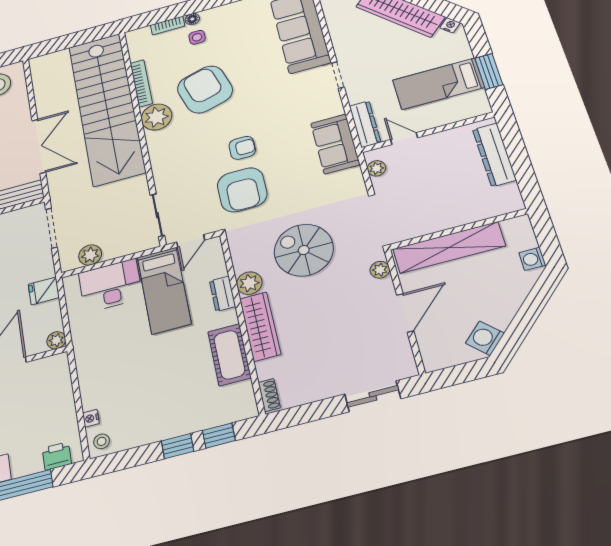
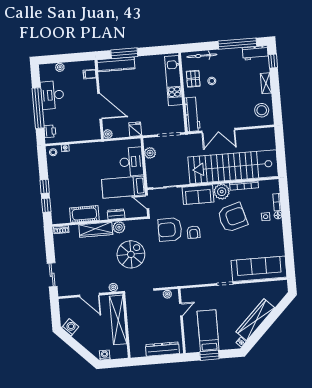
dresser: (365, 124) -> (193, 293), removed
sofa: (335, 144) -> (198, 195), moved, turned 180

